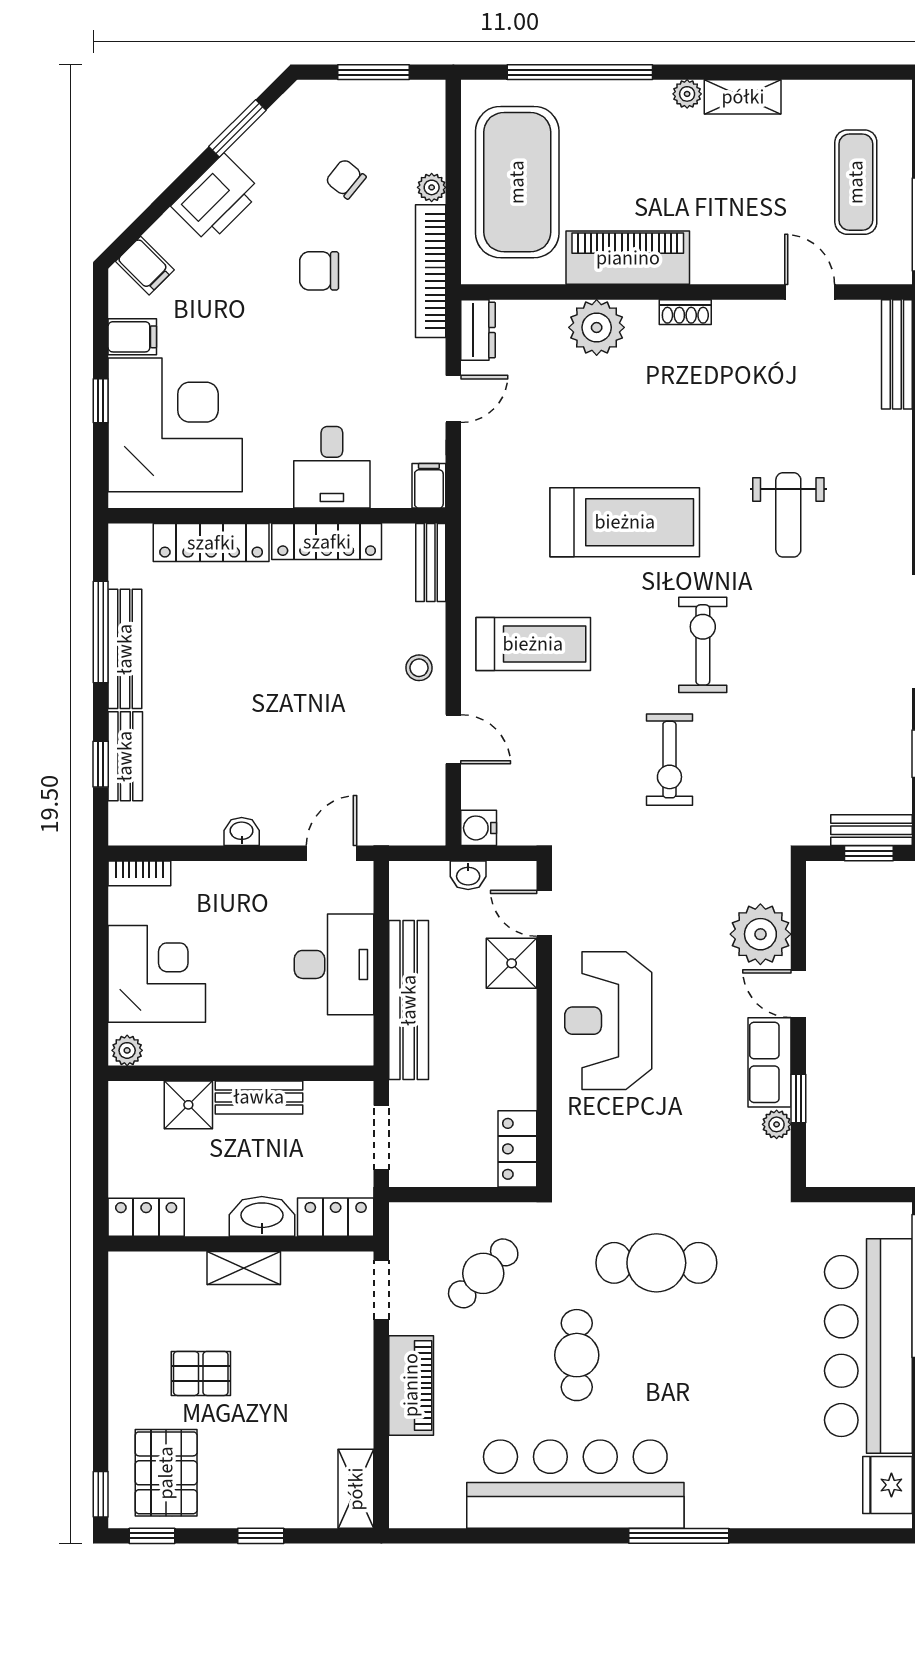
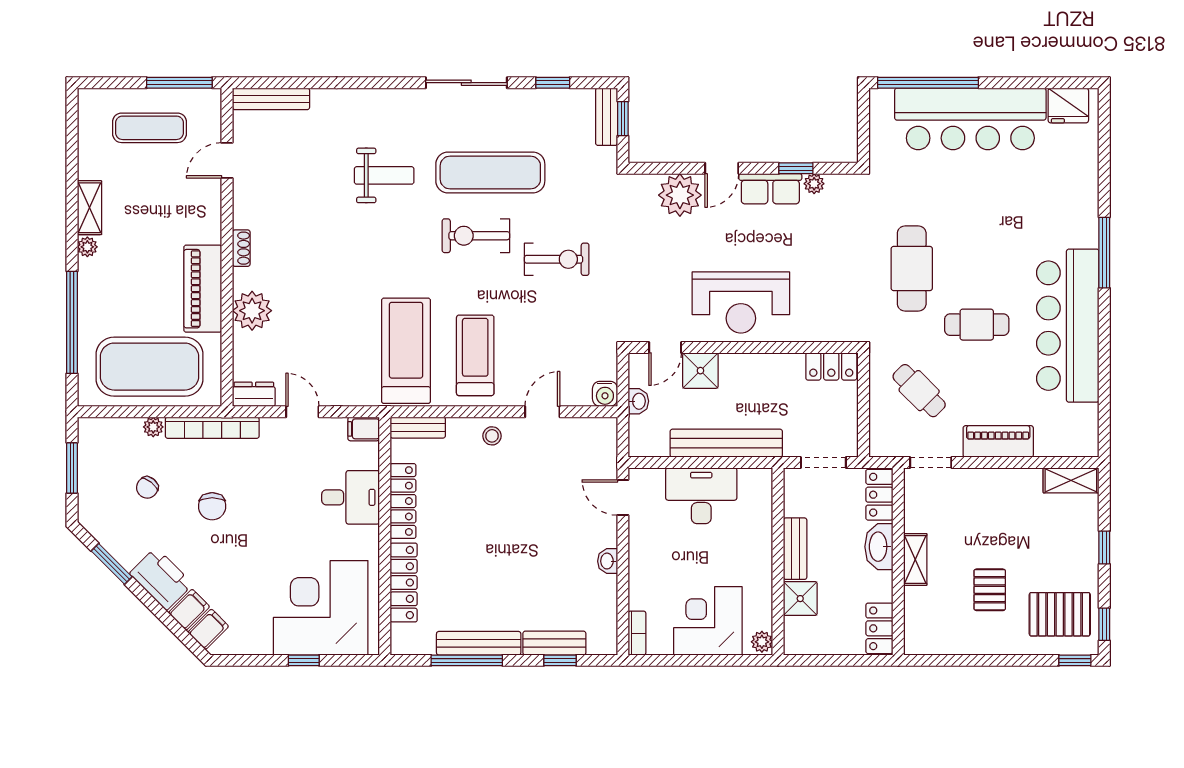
filing cabinet: (132, 337) -> (189, 610), moved, turned 45
treadmill: (625, 522) -> (406, 351), moved
exercise mat: (792, 665) -> (490, 173), added

